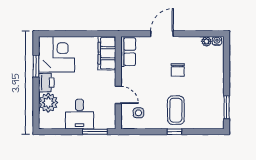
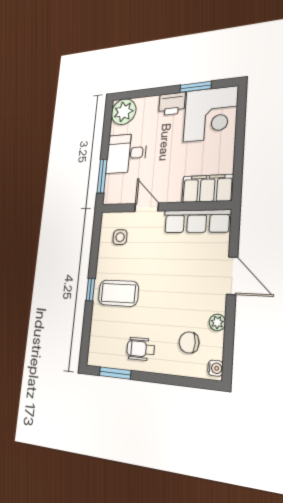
plant: (206, 41) -> (217, 322), moved
row of seats: (128, 52) -> (197, 221), width x1.48
chair: (178, 70) -> (189, 342), moved
wheelchair: (210, 91) -> (141, 349), added
door: (118, 95) -> (147, 207), swing flipped
plant: (48, 103) -> (124, 112), moved

